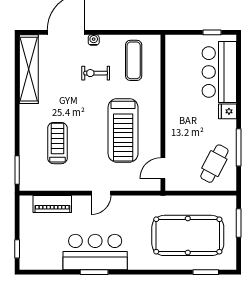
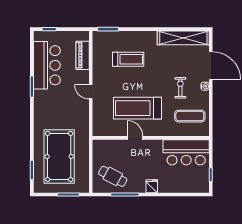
bar counter: (219, 72) -> (186, 152), moved, turned 180
door: (163, 168) -> (135, 138), moved
bar counter: (95, 252) -> (47, 65), moved

